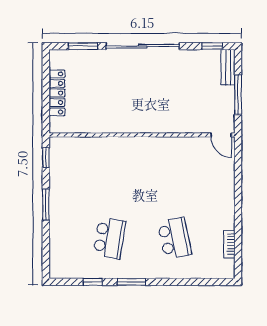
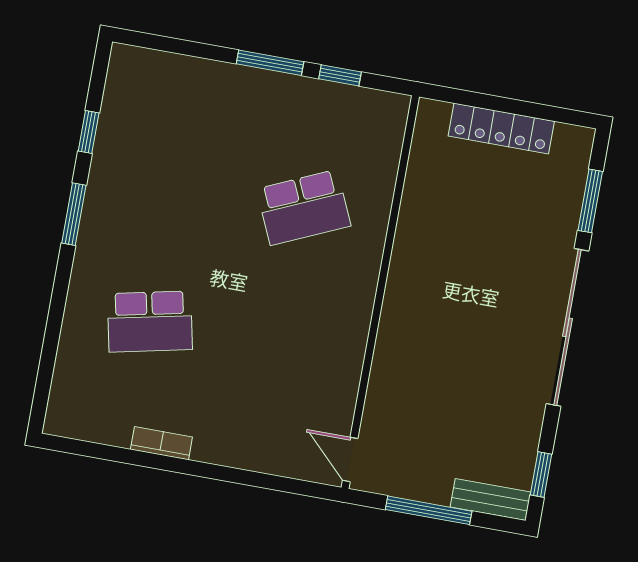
door: (221, 135) -> (350, 460), hinge flipped
window: (46, 158) -> (340, 75), moved
school desk: (109, 238) -> (304, 207), moved, turned -33
bookcase: (229, 244) -> (161, 443), moved

